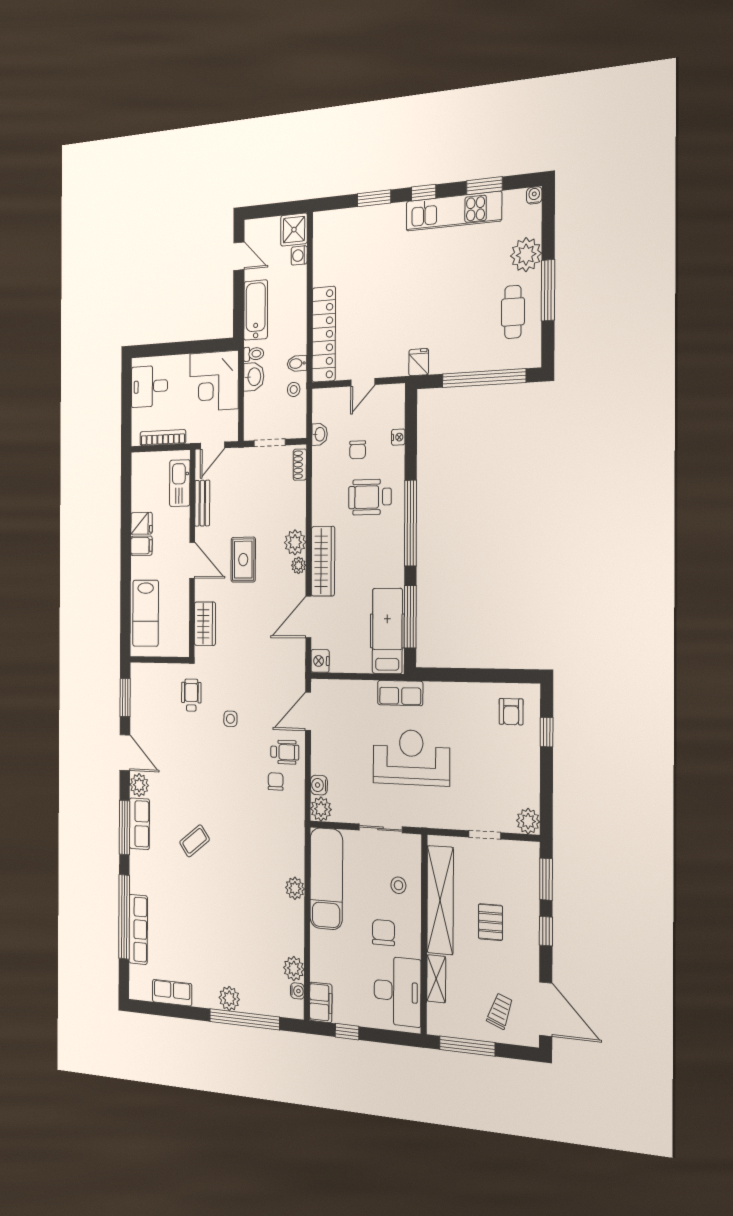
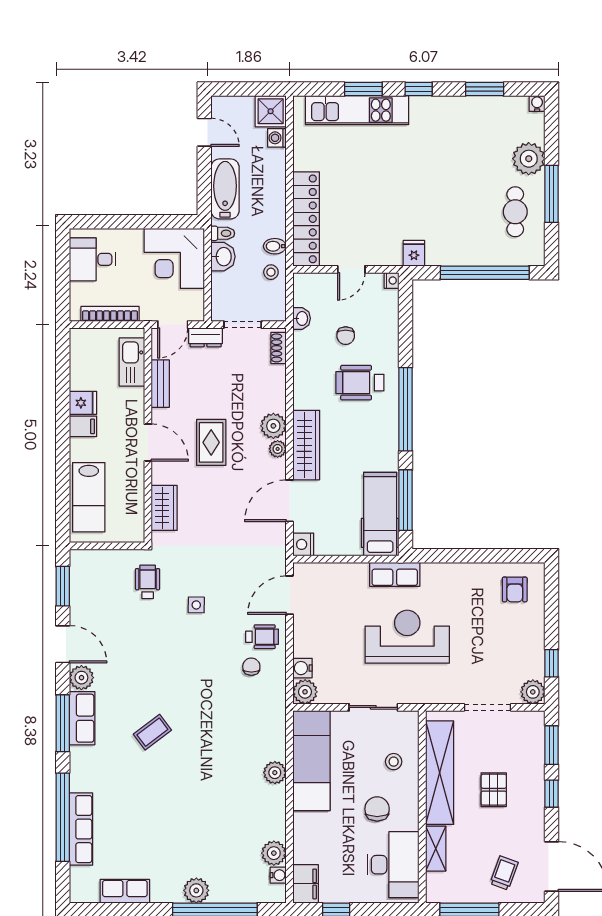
kitchen unit: (454, 211) -> (357, 110), moved
nightstand: (398, 437) -> (392, 281), moved
dresser: (239, 457) -> (206, 337), added
window: (547, 732) -> (552, 663), moved
doorway: (485, 835) -> (487, 707), width x1.38

